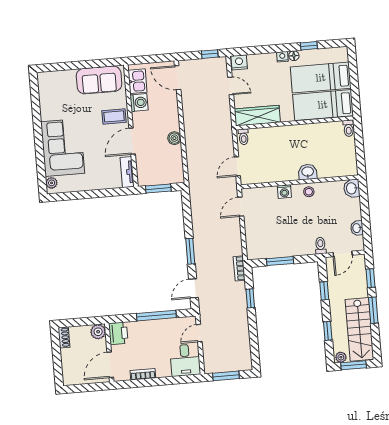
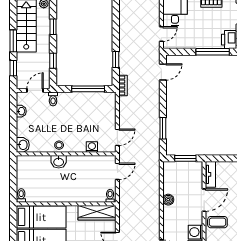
washing machine: (284, 192) -> (92, 147), moved
window: (190, 251) -> (163, 128), moved
window: (280, 261) -> (88, 89), width x1.44
window: (156, 316) -> (213, 52), moved

